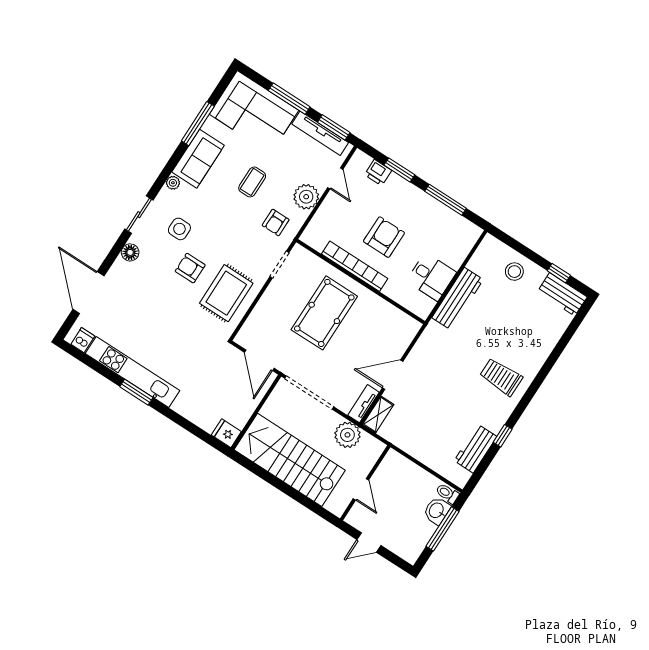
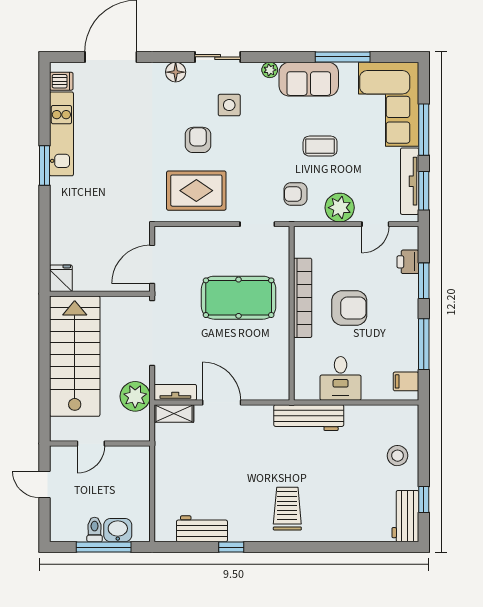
filing cabinet: (464, 230) -> (406, 381), added
workbench: (458, 299) -> (309, 418), moved
kitchen unit: (133, 372) -> (61, 134), width x0.73
toilet: (447, 493) -> (95, 530), moved

